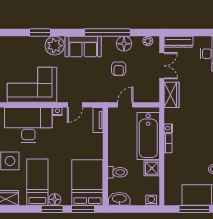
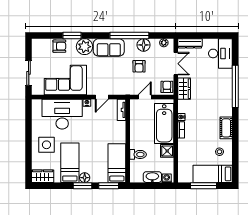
armchair: (25, 45) -> (59, 46), added
armchair: (151, 93) -> (167, 87), added
bed: (87, 182) -> (117, 163), width x0.67
washbasin: (119, 199) -> (152, 177), moved

